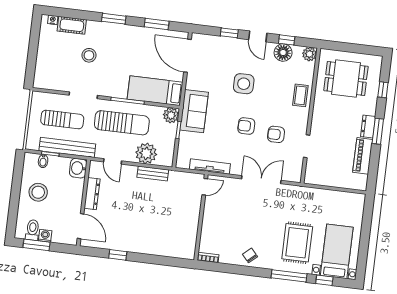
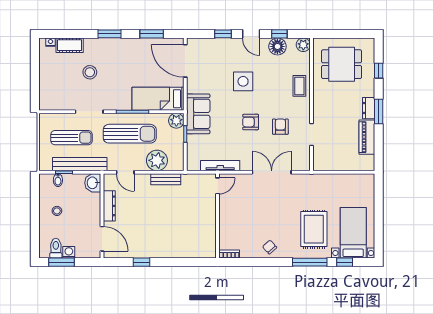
armchair: (276, 134) -> (280, 127), turned 90
stool: (38, 192) -> (57, 211), width x0.53, depth x0.53

